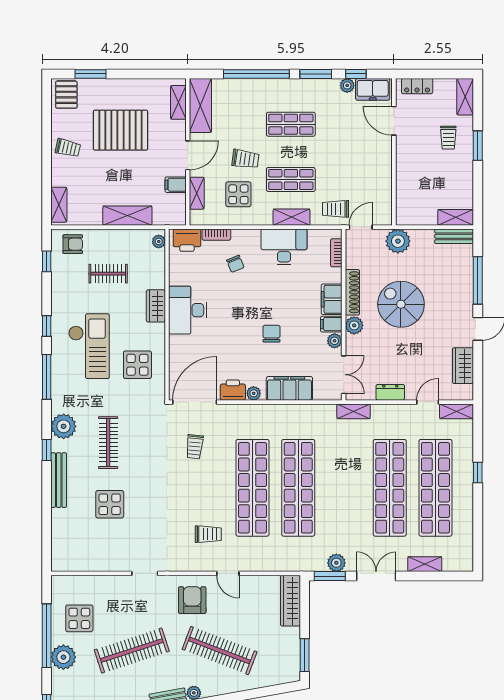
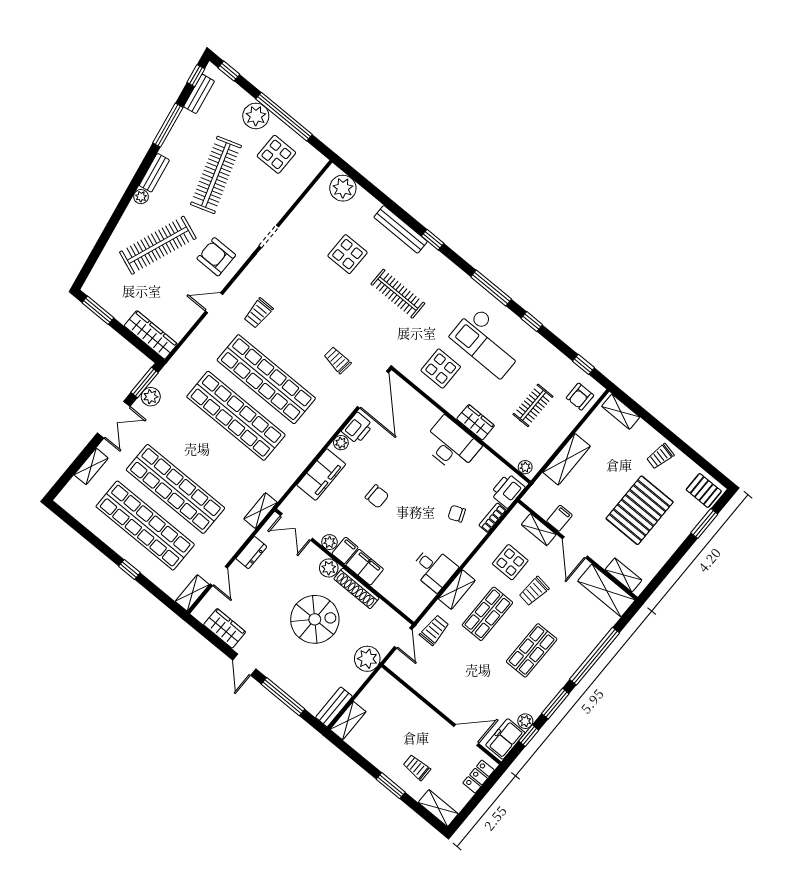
desk: (284, 247) -> (434, 569), width x0.73
bookcase: (336, 253) -> (399, 602), removed
plant: (64, 426) -> (343, 188), moved
armchair: (192, 600) -> (216, 257), turned 180

